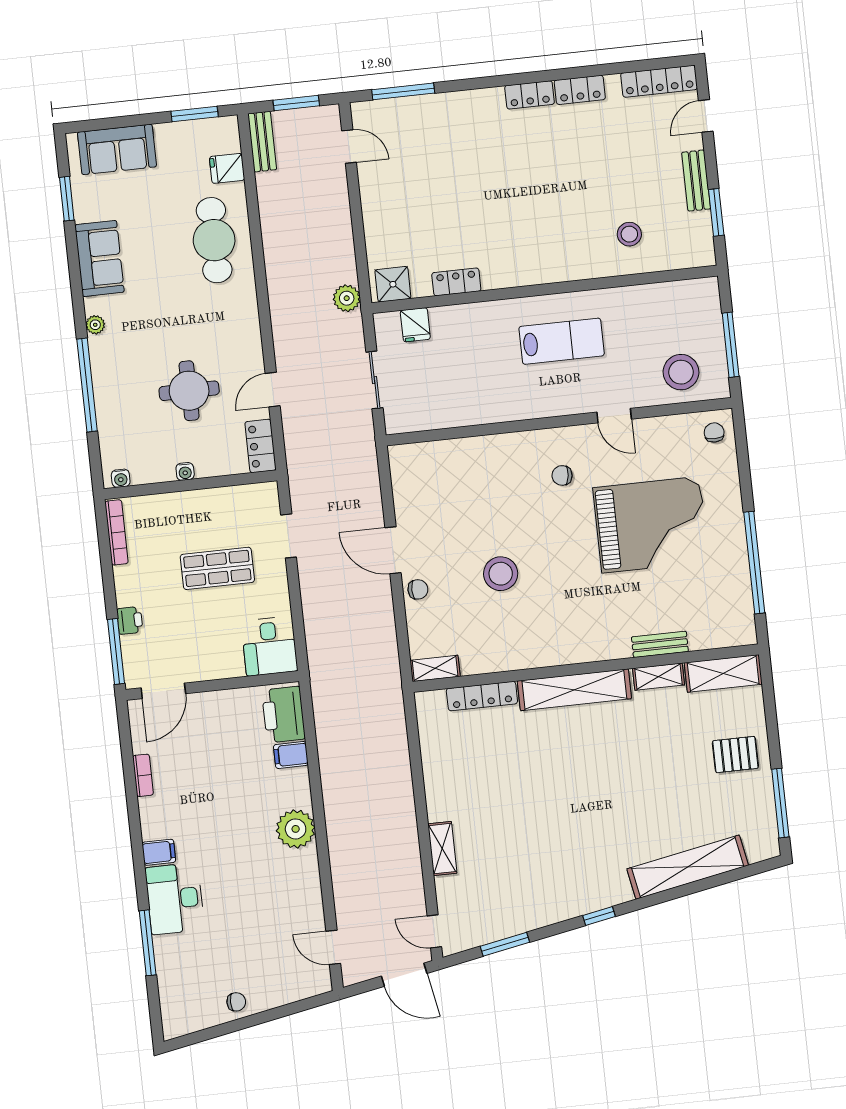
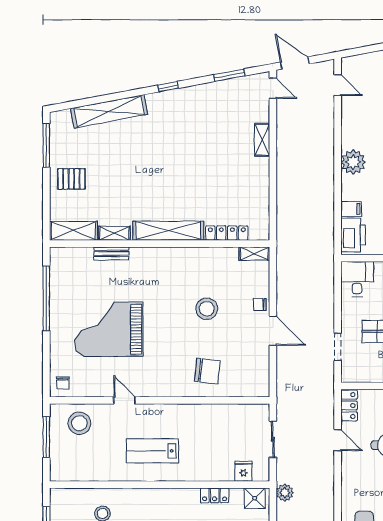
door: (273, 390) -> (338, 440), hinge flipped
chair: (562, 475) -> (207, 371), moved, width x1.87, depth x1.87

